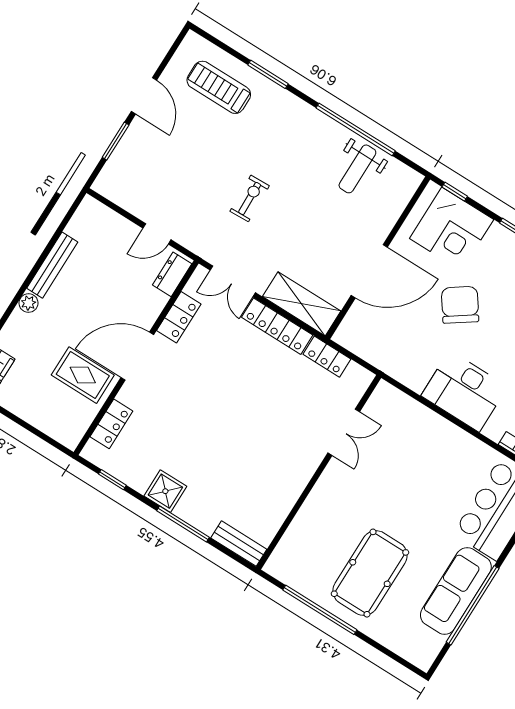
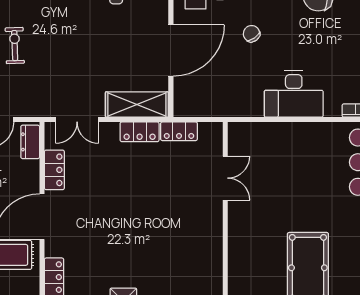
exercise bike: (250, 198) -> (15, 46), moved
chair: (460, 305) -> (252, 34), width x0.54, depth x0.54
locker: (277, 326) -> (140, 132), width x0.66

